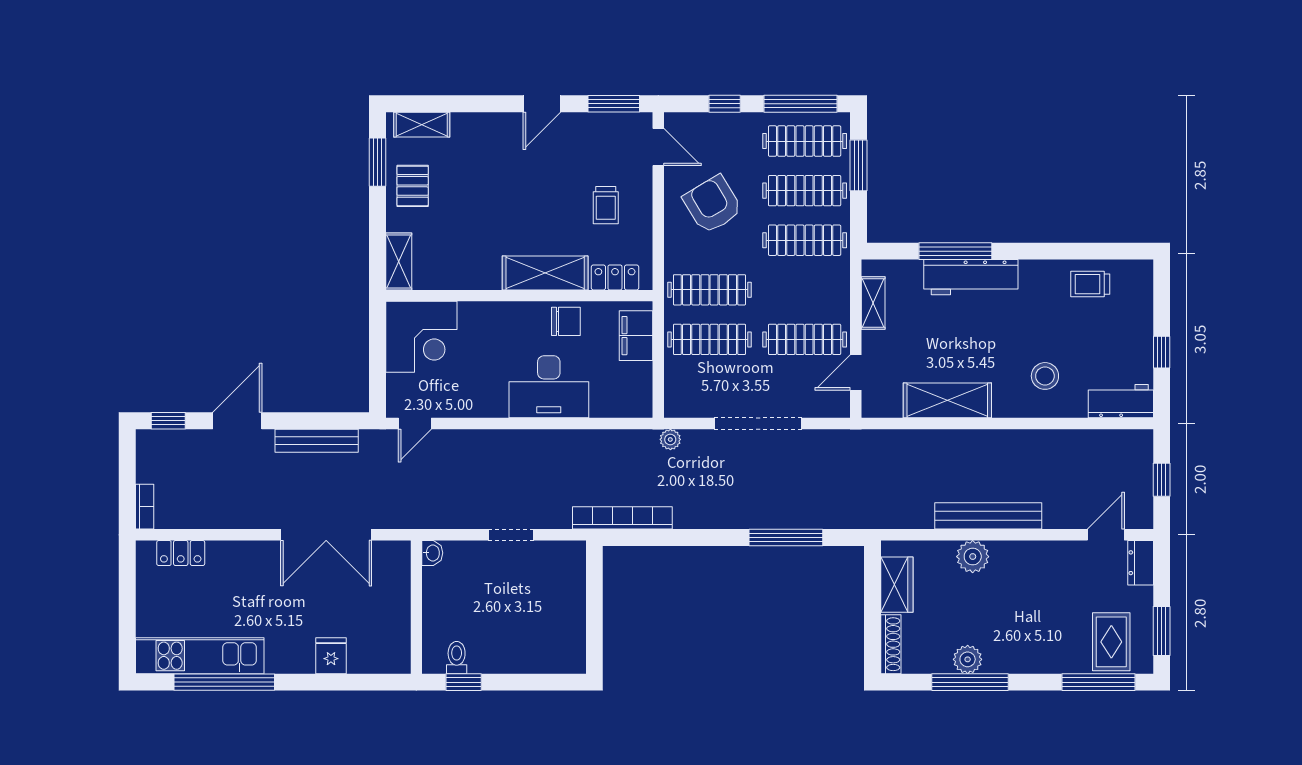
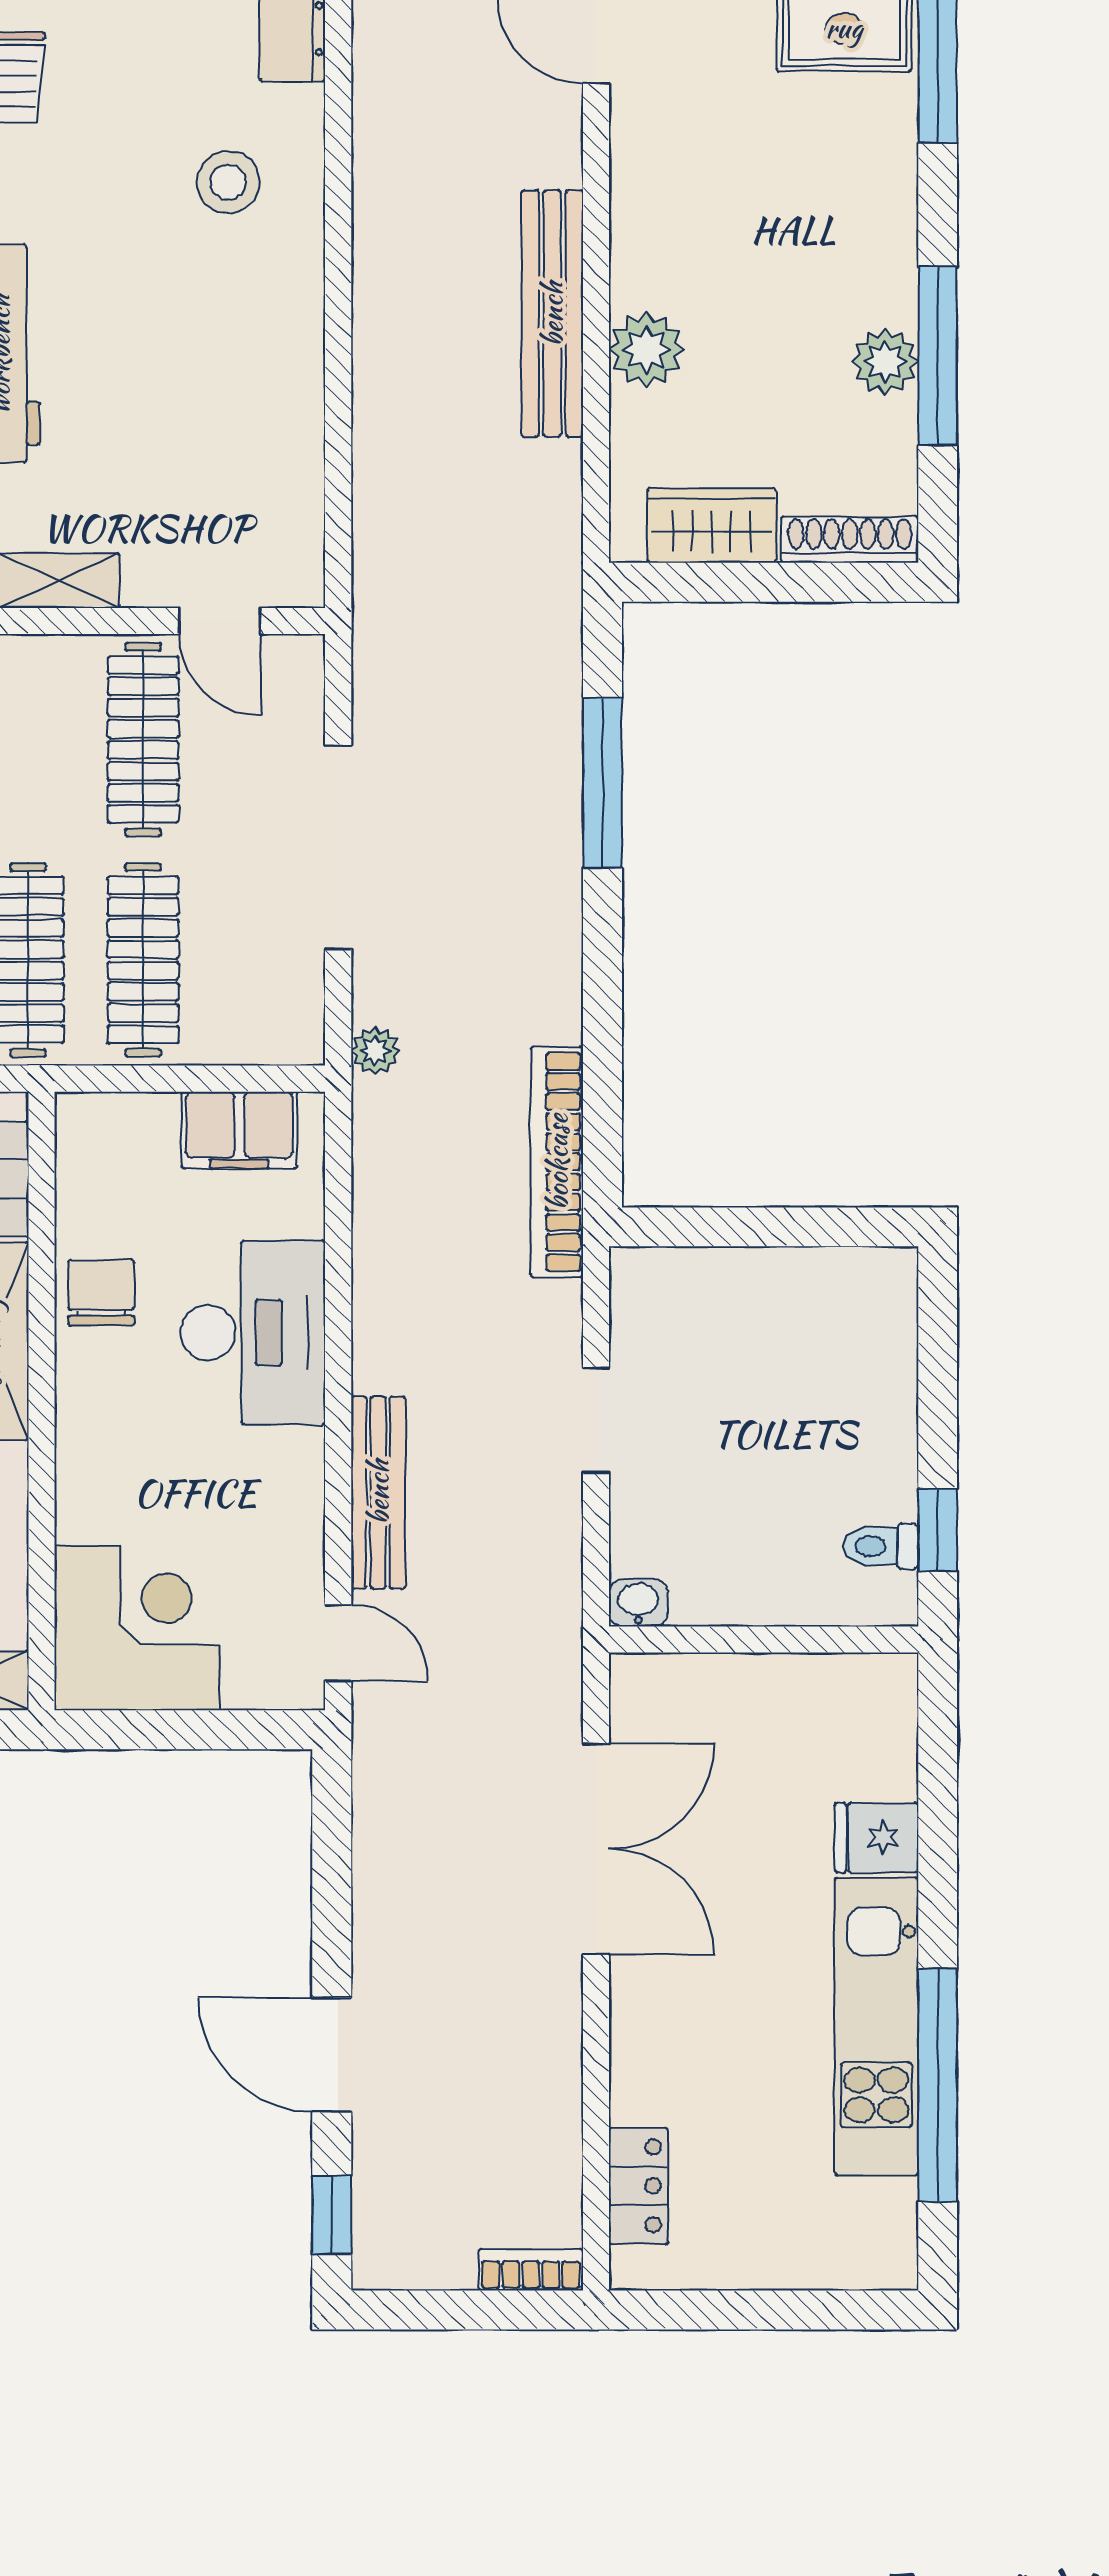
filing cabinet: (636, 336) -> (239, 1130), moved
shelving: (947, 400) -> (285, 409), removed
bench: (317, 441) -> (378, 1492), moved
kitchen unit: (200, 656) -> (876, 2027), moved

